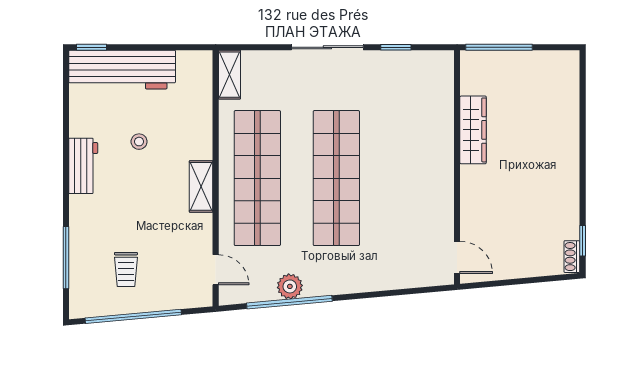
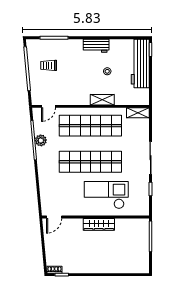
wardrobe: (473, 130) -> (99, 224), moved
checkout: (409, 144) -> (106, 195), added
shelving: (201, 186) -> (102, 100), moved

